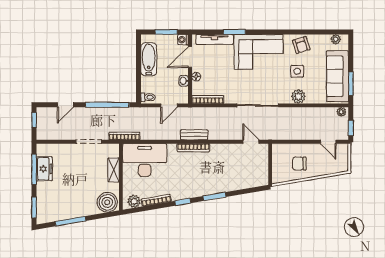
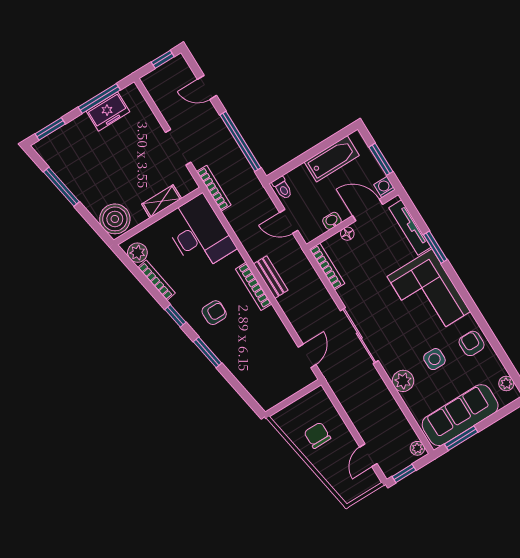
armchair: (301, 45) -> (472, 343), turned 107
armchair: (194, 179) -> (214, 313), added

